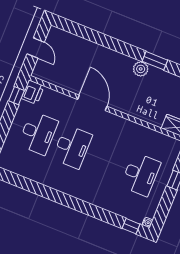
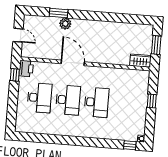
window: (155, 61) -> (59, 13), moved
plant: (141, 69) -> (65, 24), moved
desk: (141, 174) -> (96, 102), moved

